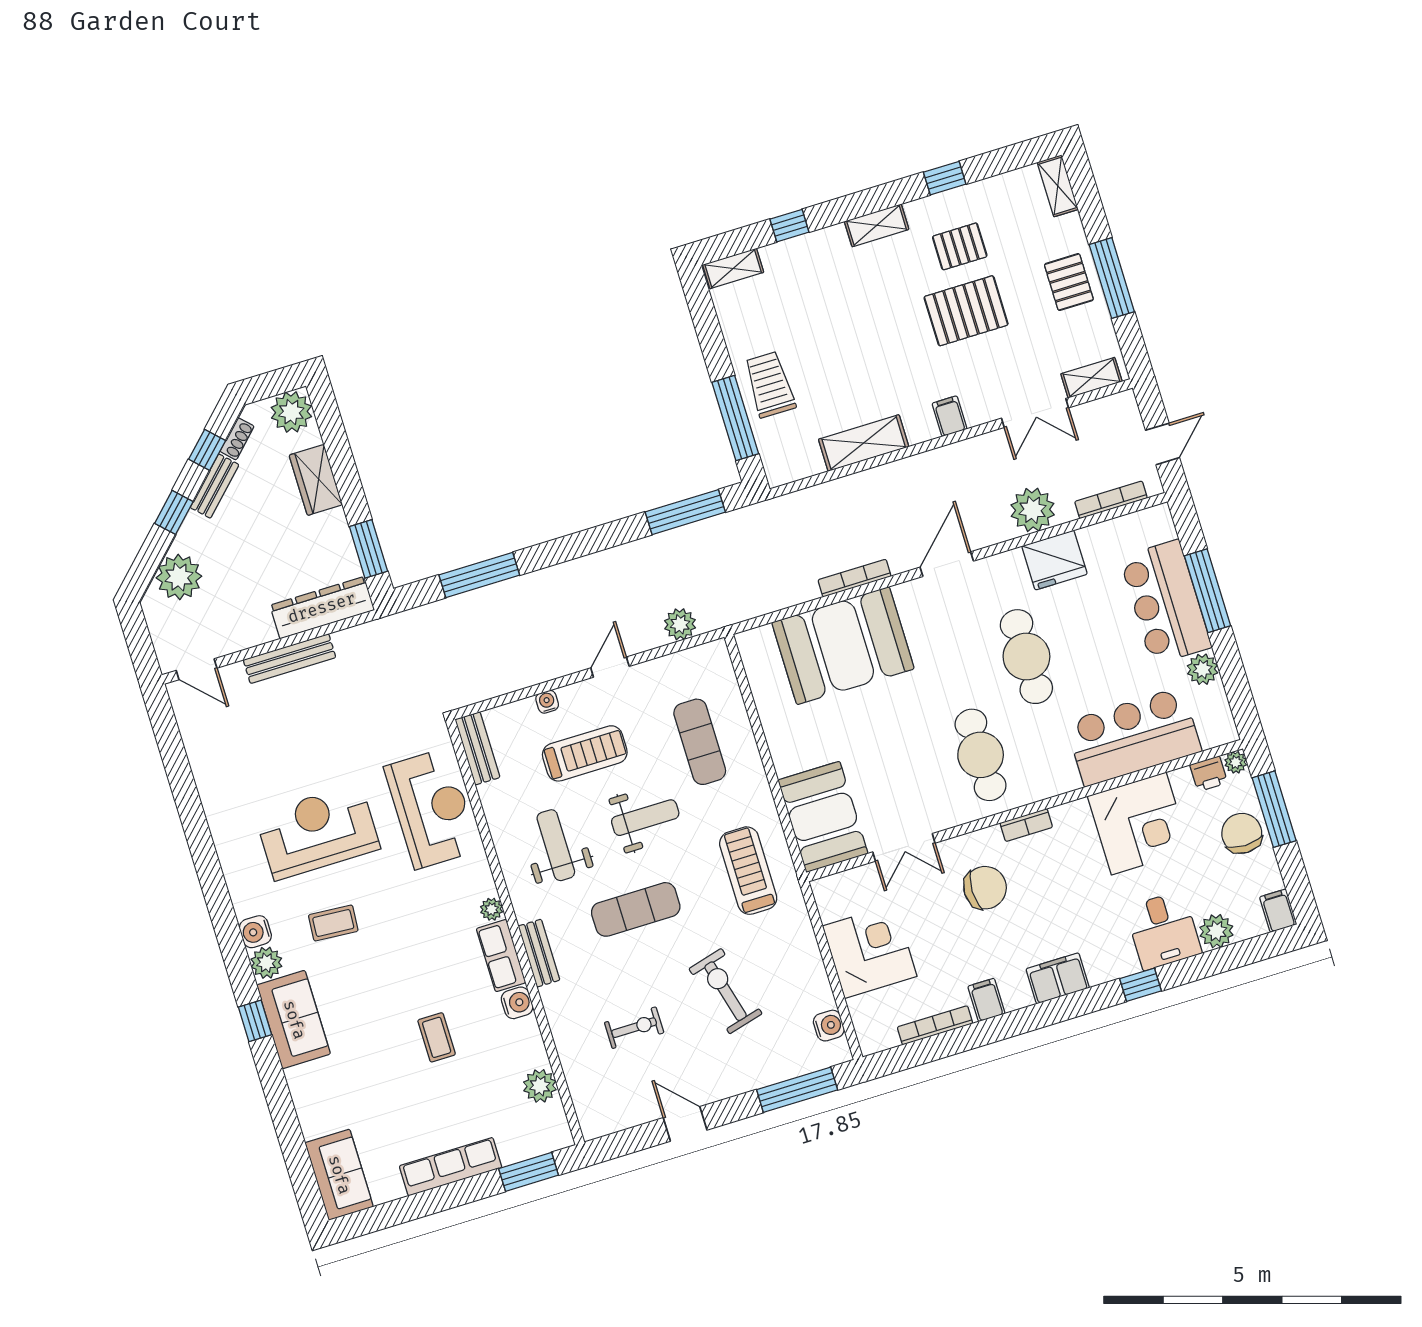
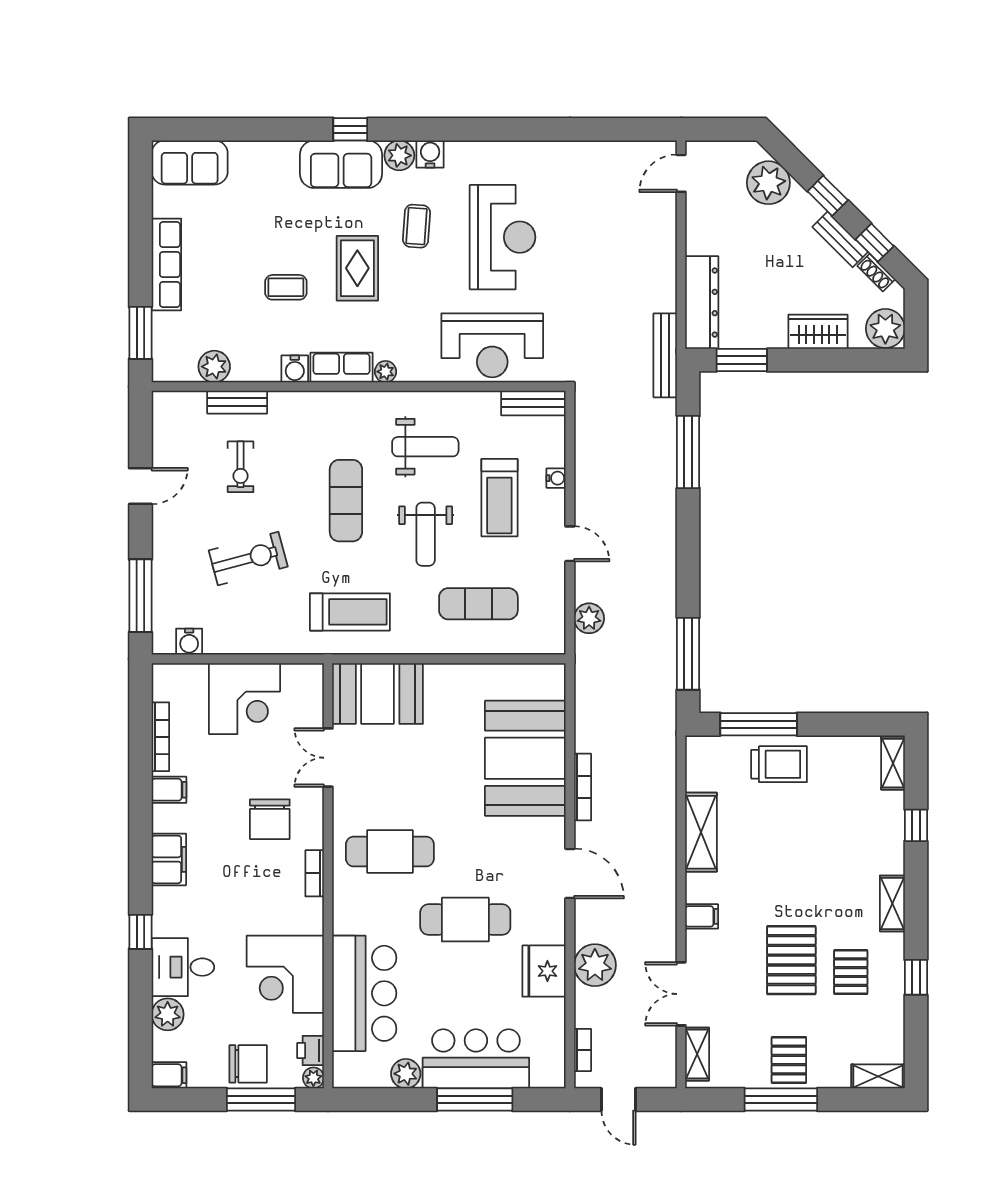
pallet: (1069, 282) -> (789, 1060), turned 90
bookcase: (1111, 500) -> (583, 1050), width x0.64
bench: (290, 659) -> (665, 355), moved
bench: (539, 953) -> (237, 402), moved
rug: (395, 970) -> (357, 268), added

